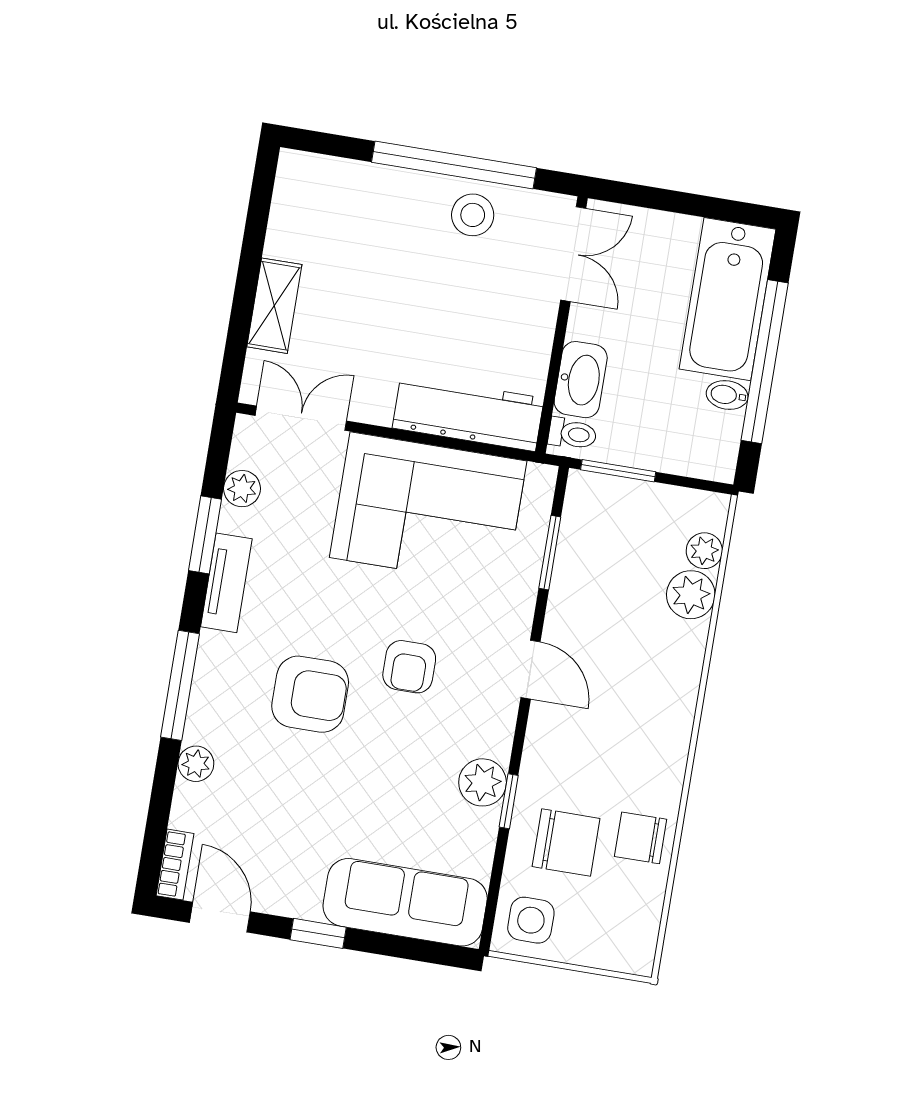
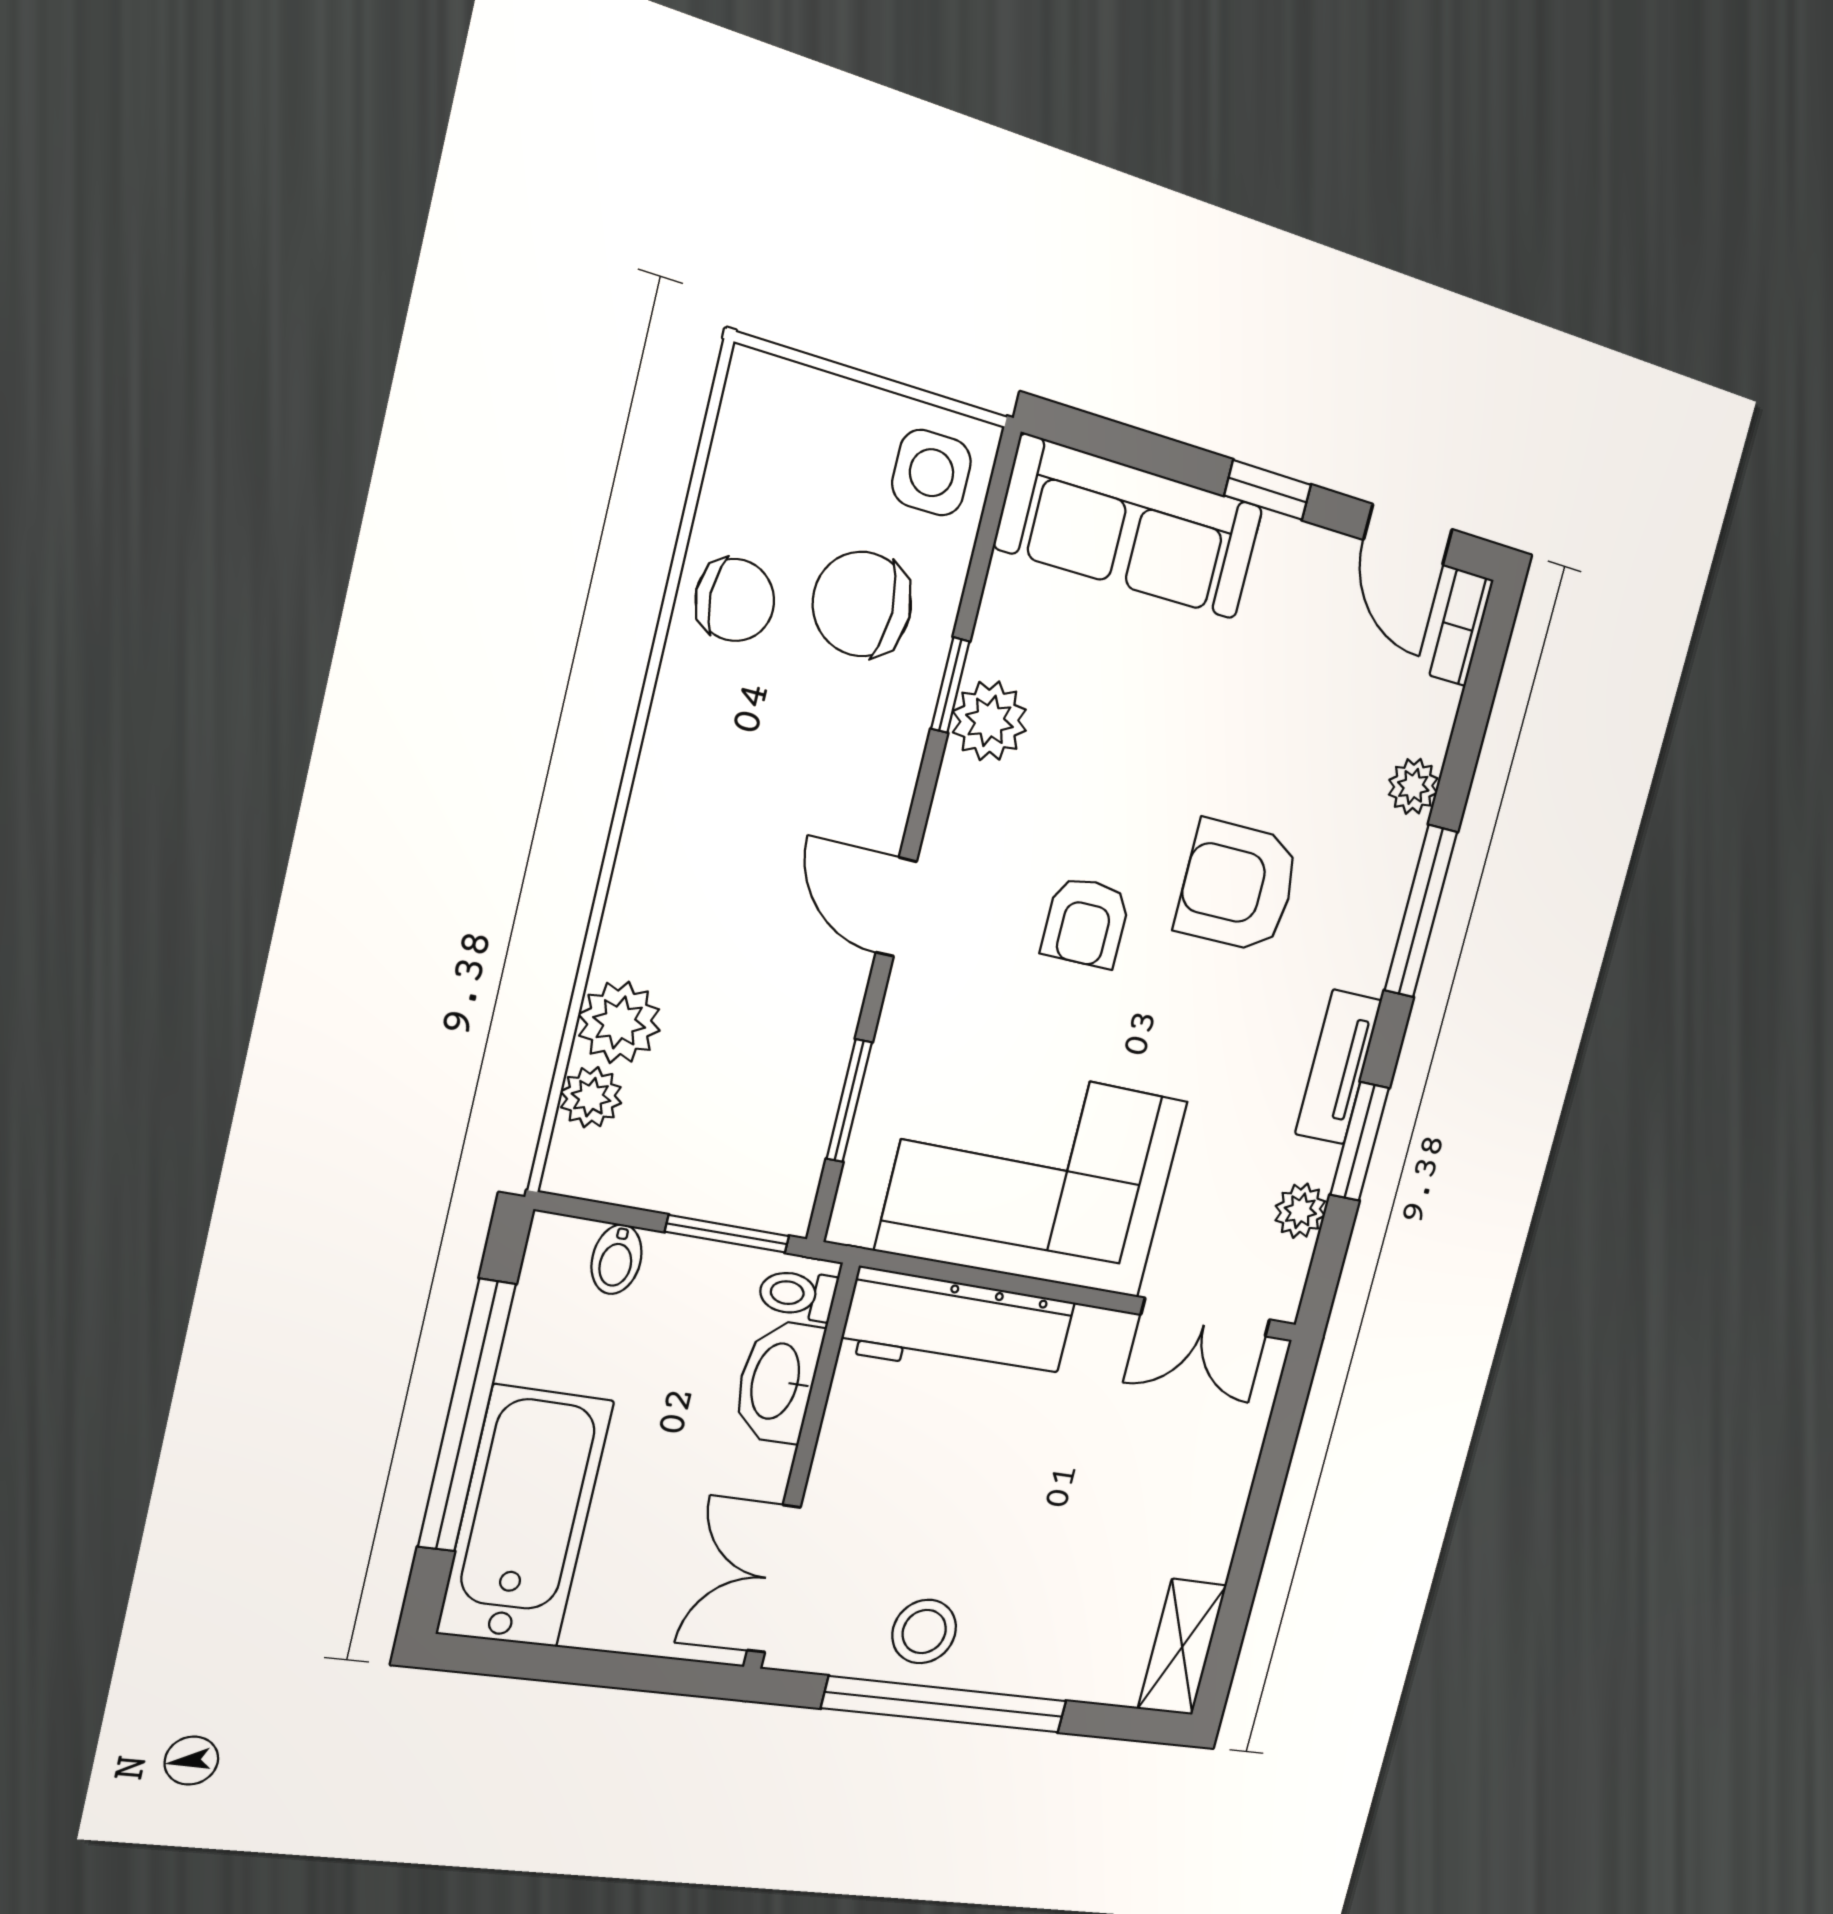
shelving: (274, 306) -> (1182, 1647), moved
bidet: (727, 395) -> (617, 1259), moved, turned 90
armchair: (409, 667) -> (1086, 922), turned 180

